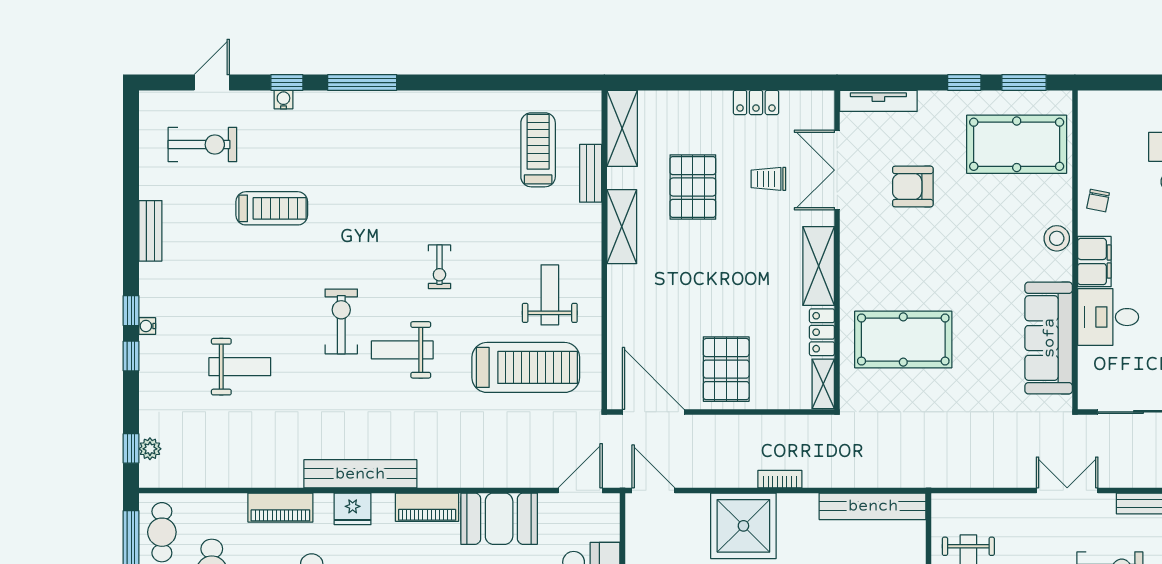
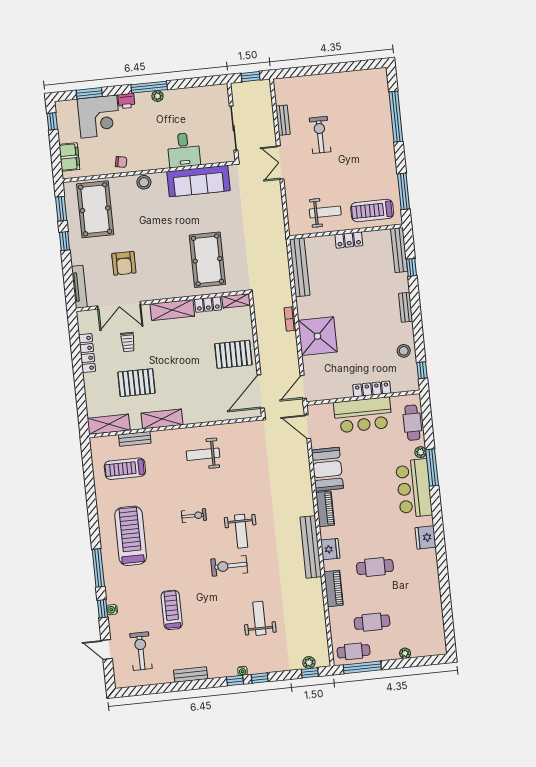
locker: (756, 102) -> (87, 353), width x1.53
filing cabinet: (1094, 262) -> (69, 157), moved, turned 90
treadmill: (526, 367) -> (131, 536), moved

